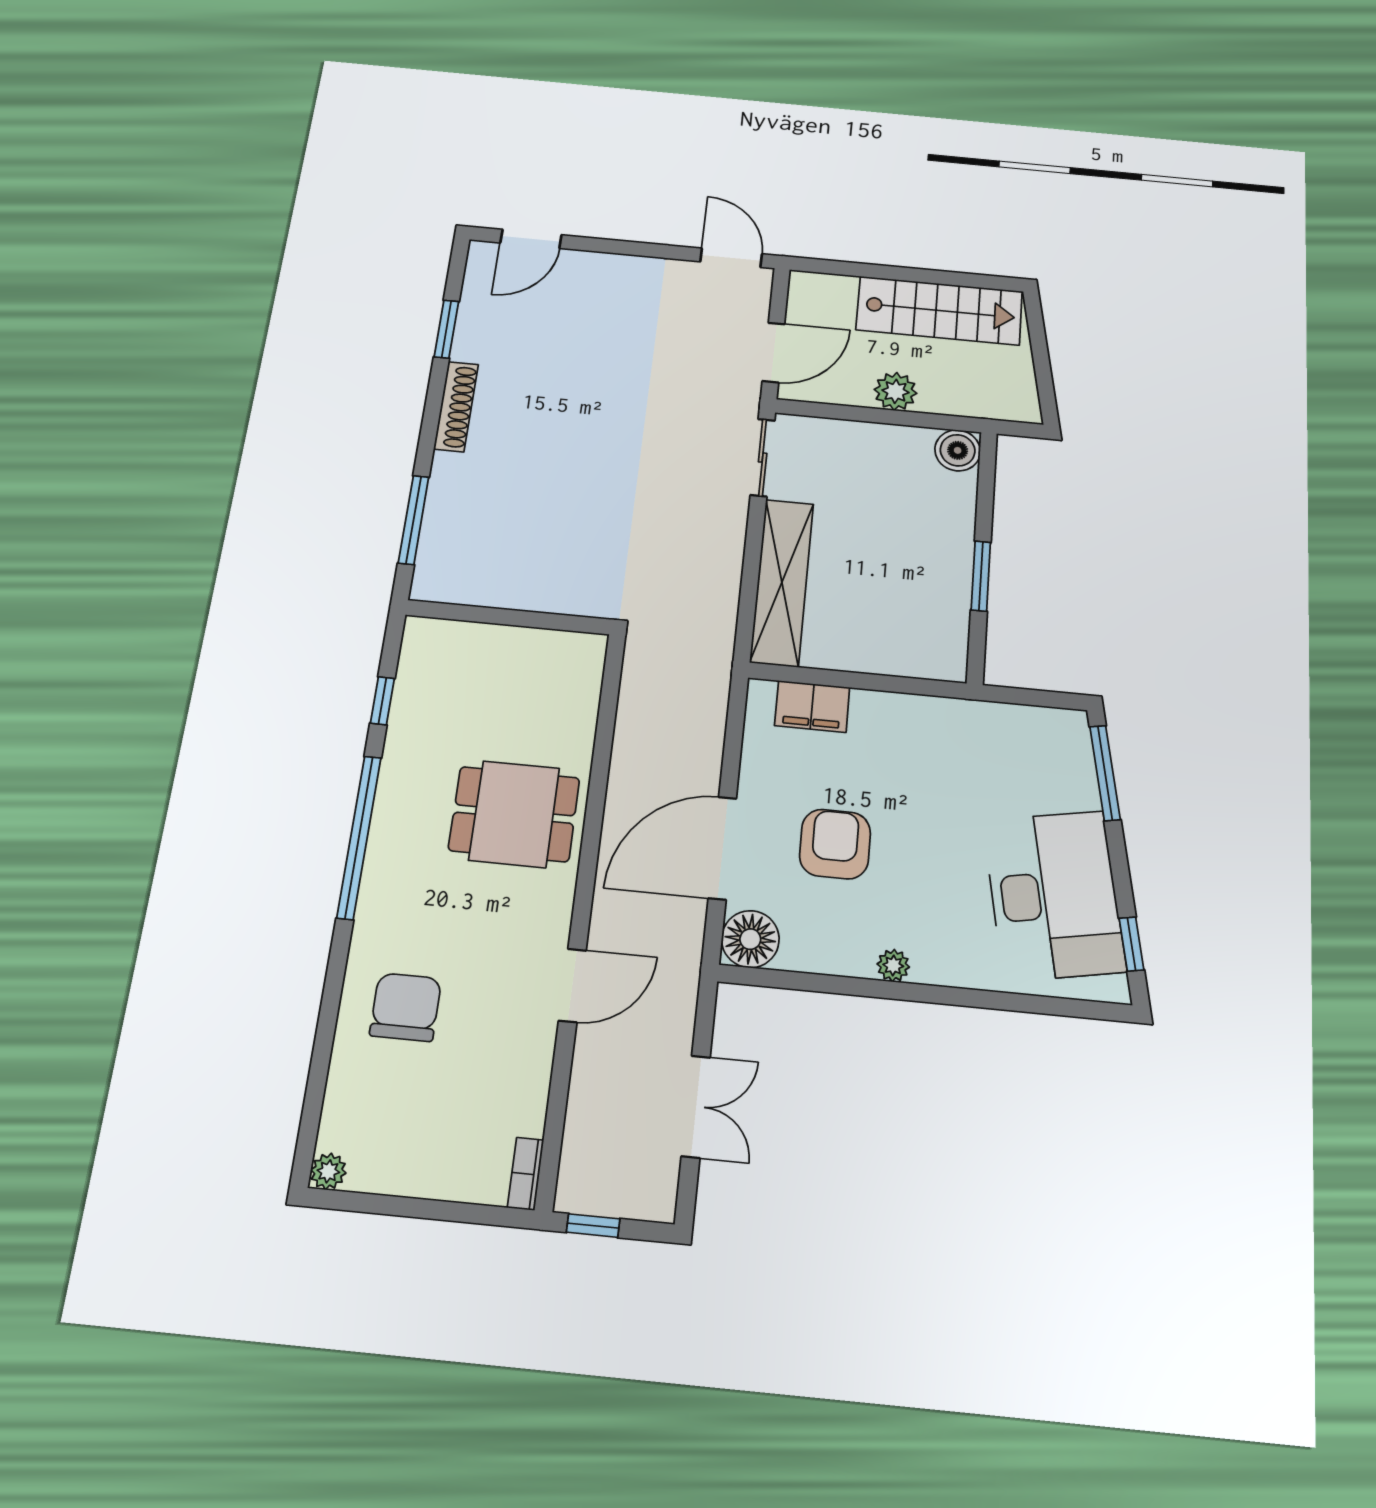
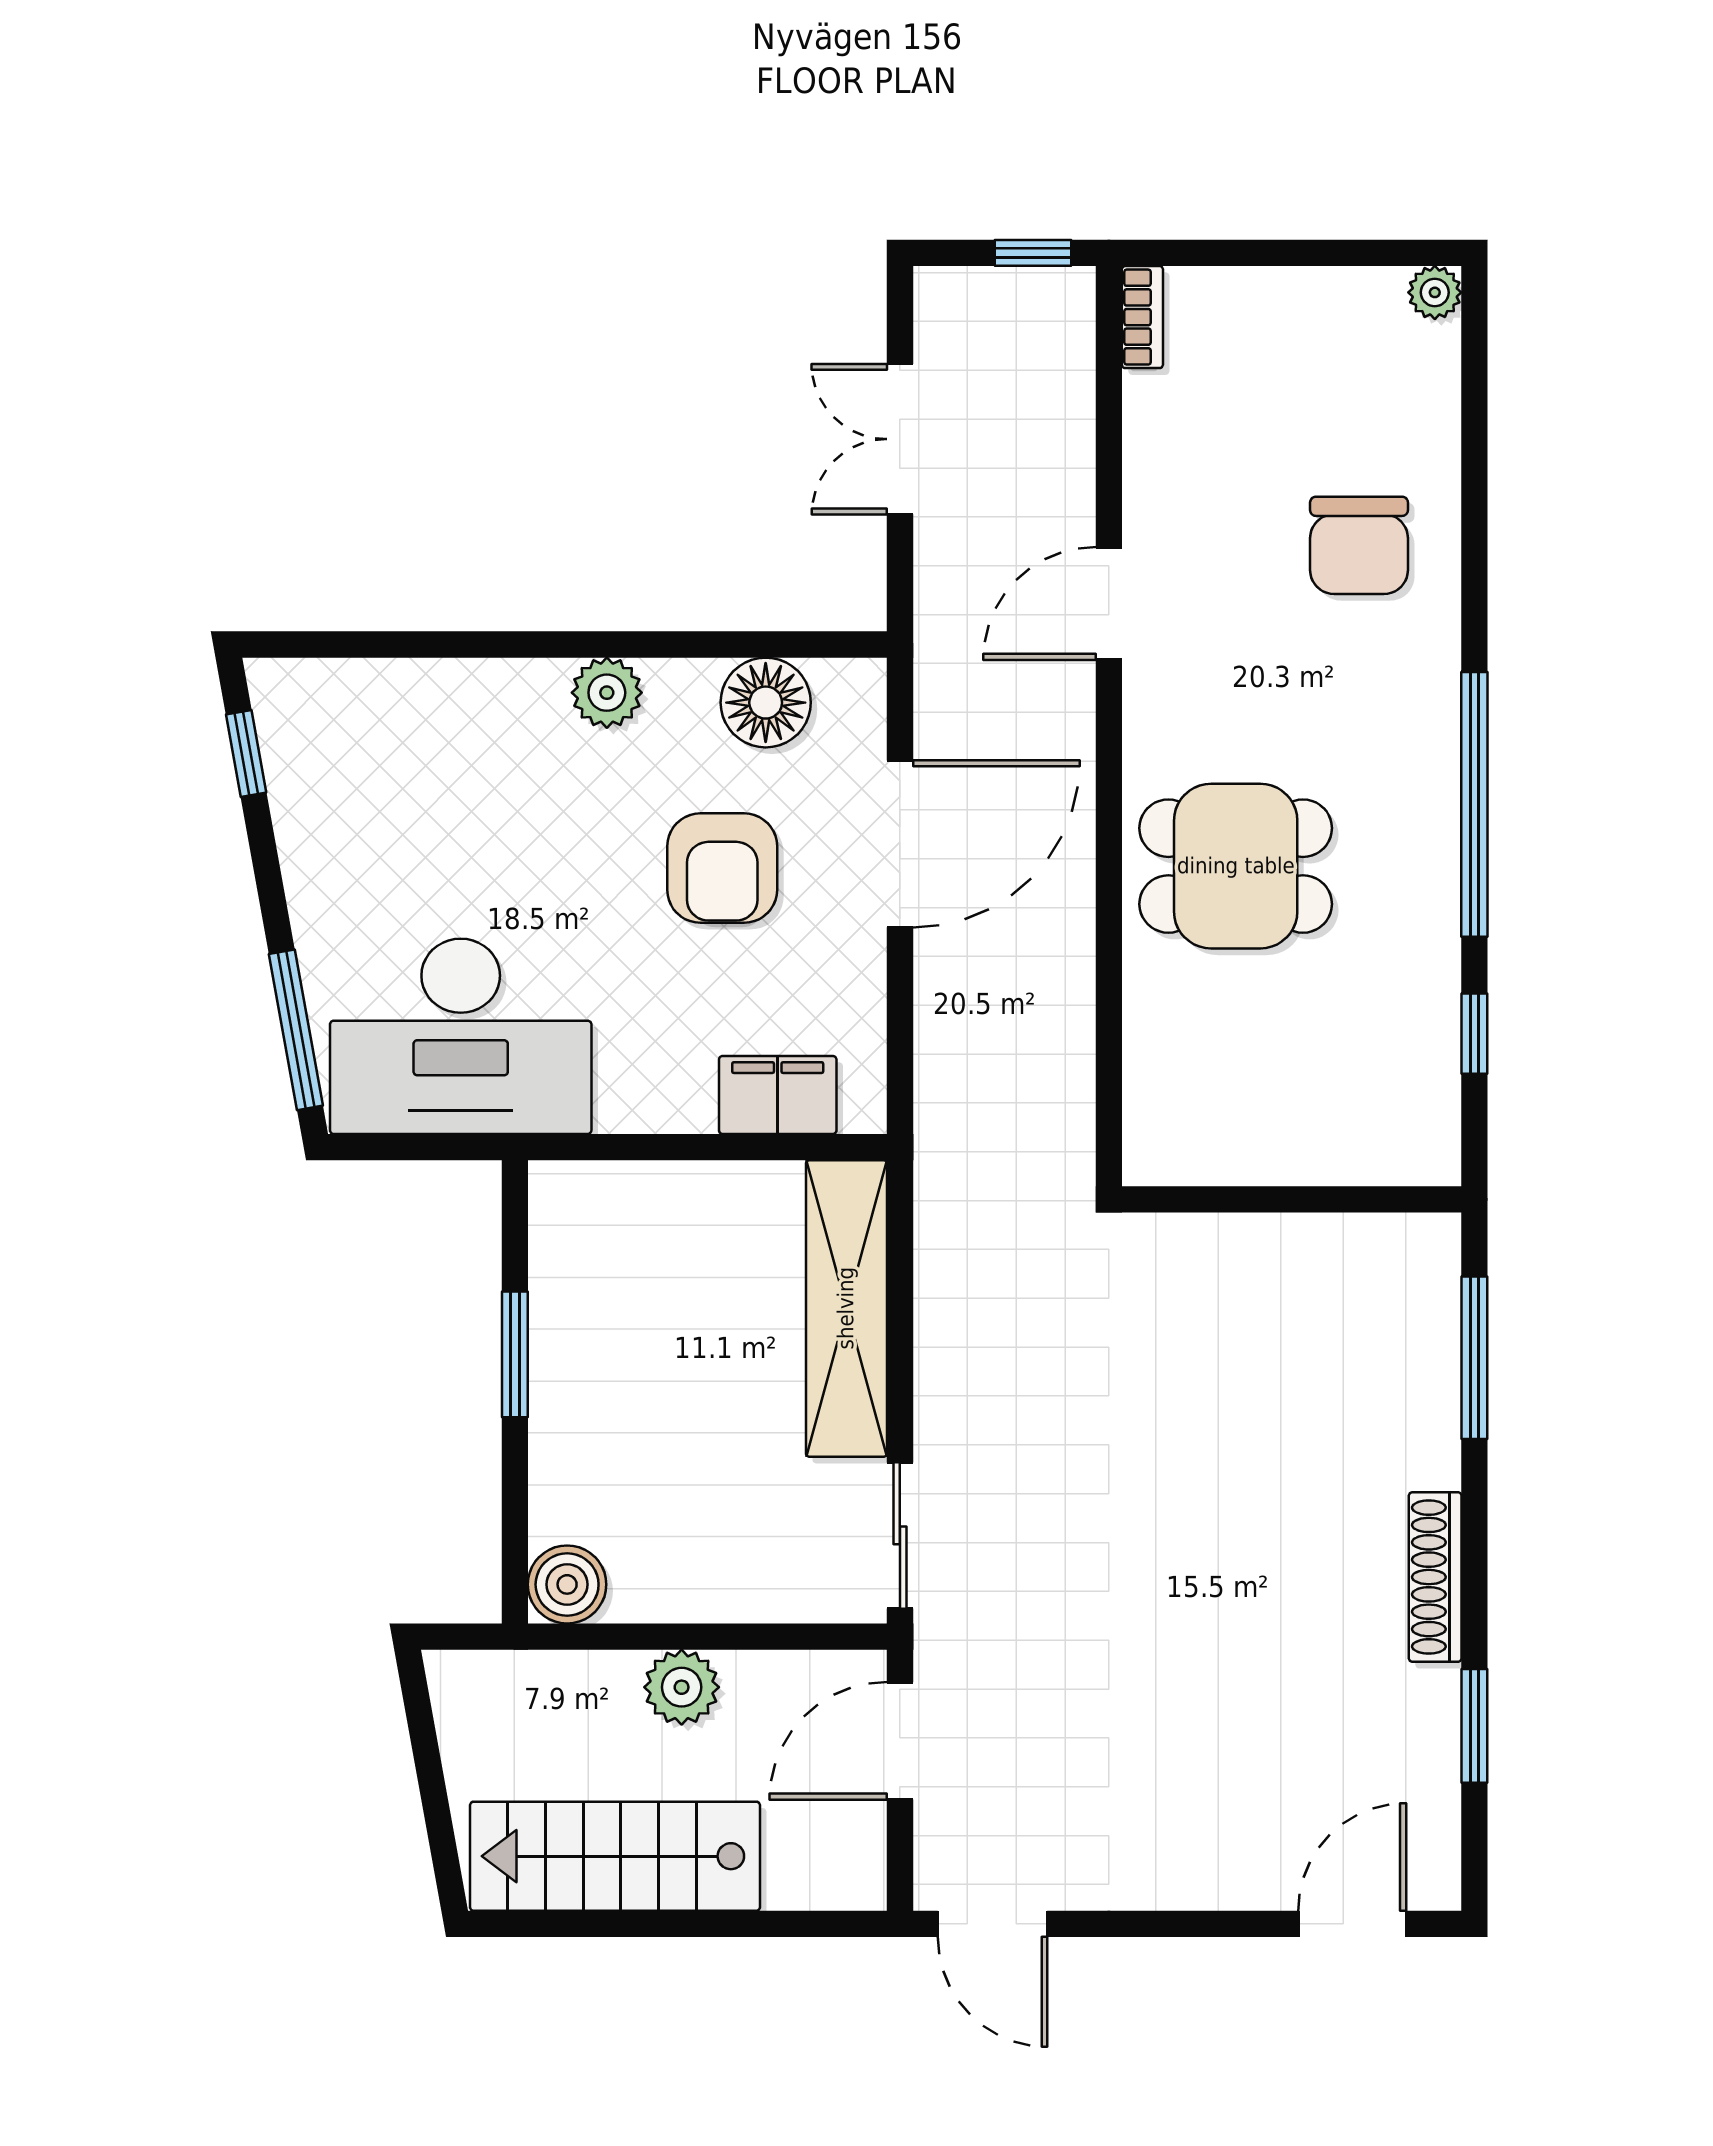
desk: (1054, 895) -> (461, 1036), moved, turned -80
floor lamp: (750, 939) -> (766, 703), moved
plant: (893, 965) -> (607, 693), width x1.38, depth x1.38

